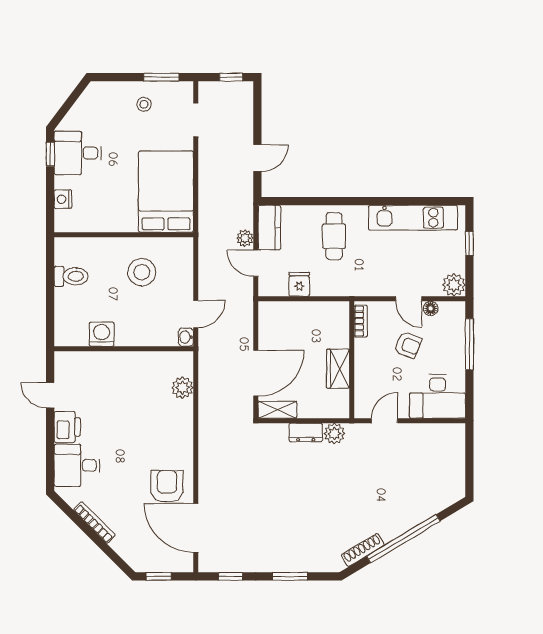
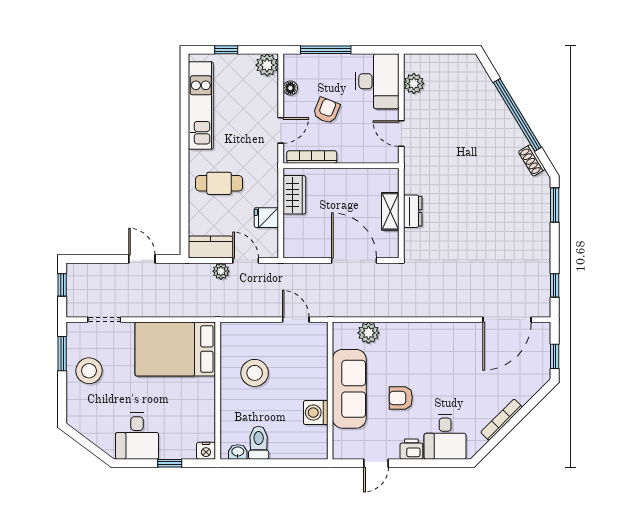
stool: (144, 104) -> (89, 371), width x1.89, depth x1.89
window: (50, 154) -> (170, 463), moved
nightstand: (63, 199) -> (206, 451), moved
door: (256, 263) -> (246, 260), swing flipped
door: (409, 299) -> (281, 130), moved
bookcase: (361, 321) -> (312, 157), width x1.56
washbasin: (186, 337) -> (238, 452), moved, turned 180
sofa: (126, 368) -> (349, 389), added
wardrobe: (338, 369) -> (294, 195), moved, turned -90
shelving: (277, 410) -> (390, 211), moved
printer: (67, 427) -> (411, 449), width x0.73, depth x0.81
plant: (334, 434) -> (414, 84), moved
armchair: (167, 486) -> (401, 398), moved, width x0.72, depth x0.72
shoe rack: (363, 550) -> (532, 160), width x0.70
window: (290, 576) -> (555, 205), moved

